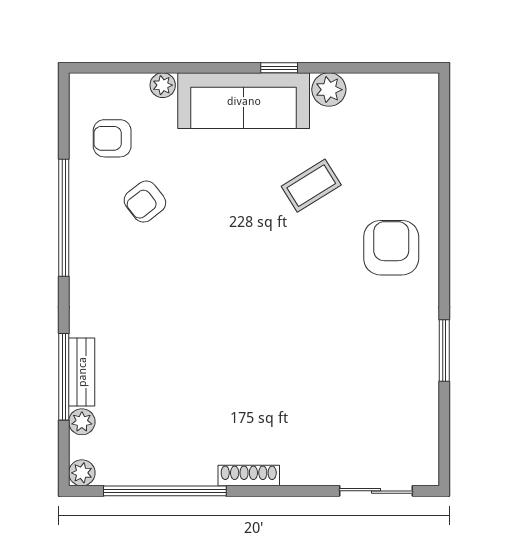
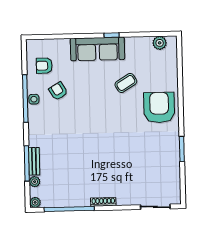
plant: (163, 85) -> (64, 43), removed
plant: (329, 90) -> (160, 43), moved
armchair: (145, 202) -> (58, 91), turned 97
side table: (85, 220) -> (34, 99), added
armchair: (391, 248) -> (159, 108), width x1.36, depth x1.36

